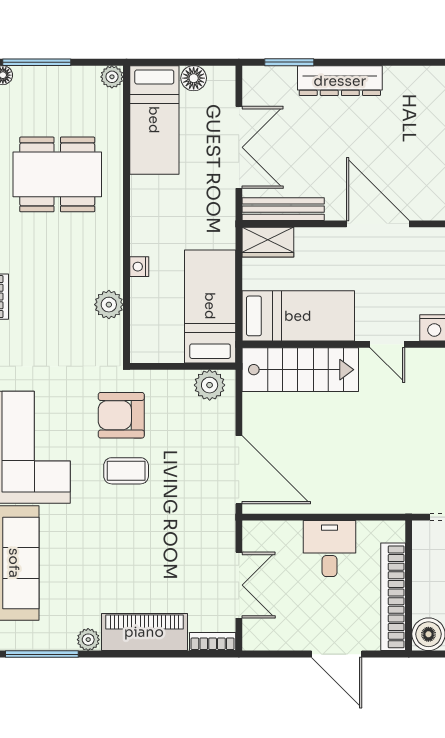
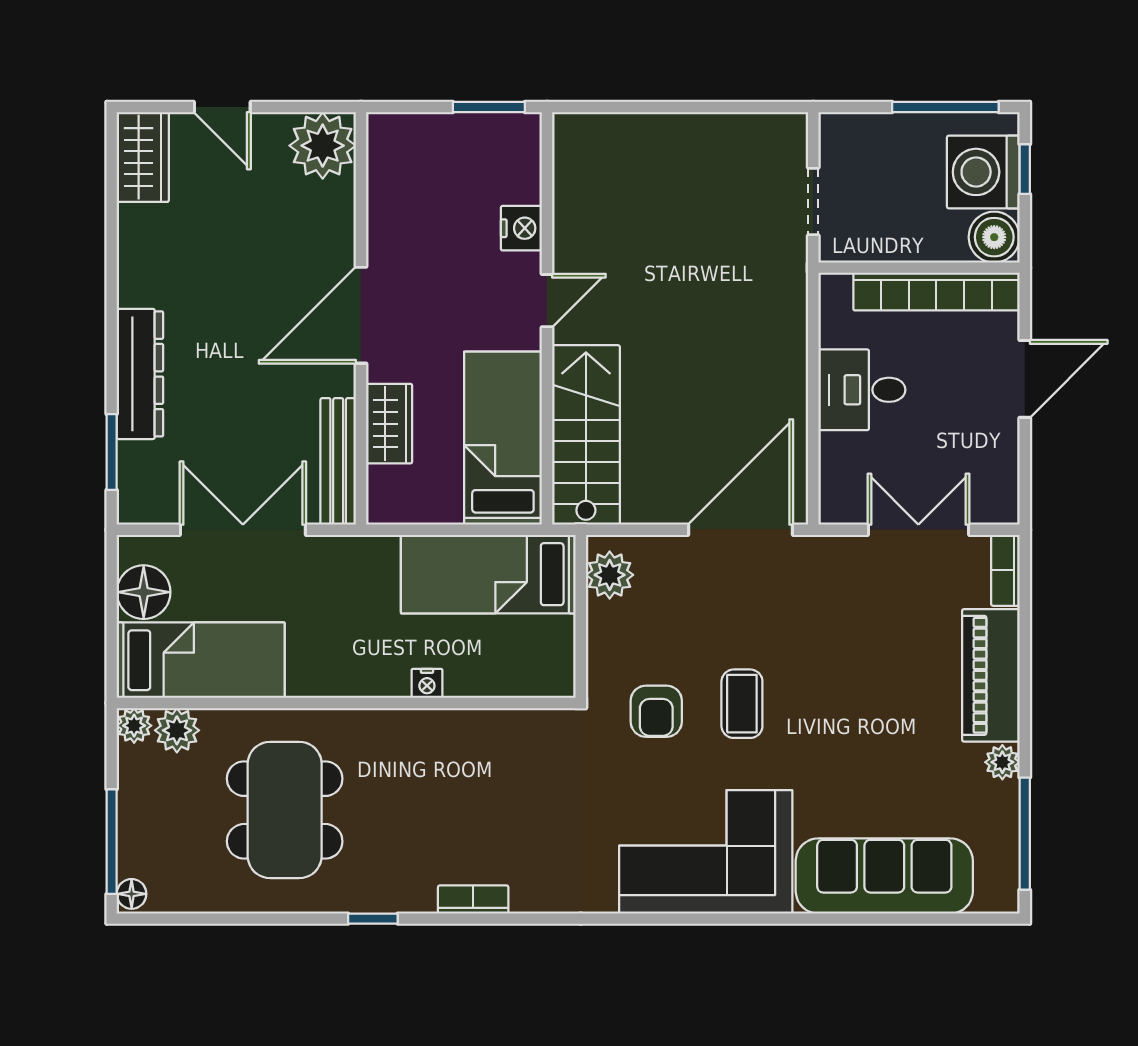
floor lamp: (194, 78) -> (144, 592), width x1.38, depth x1.38
wardrobe: (268, 242) -> (389, 424), moved
plant: (109, 305) -> (177, 730), moved
armchair: (121, 415) -> (656, 711), width x0.72, depth x0.72

